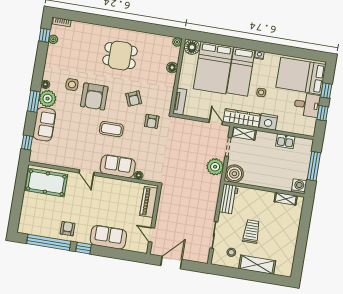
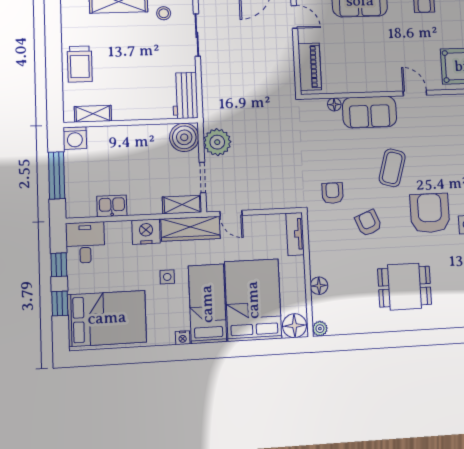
desk: (307, 105) -> (85, 243), moved, turned 90
coffee table: (111, 129) -> (392, 168), turned -74
trolley: (251, 232) -> (80, 64), moved

